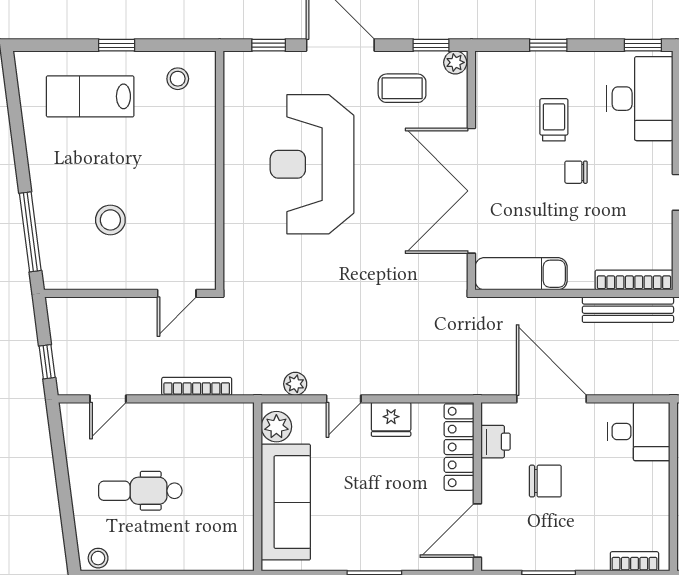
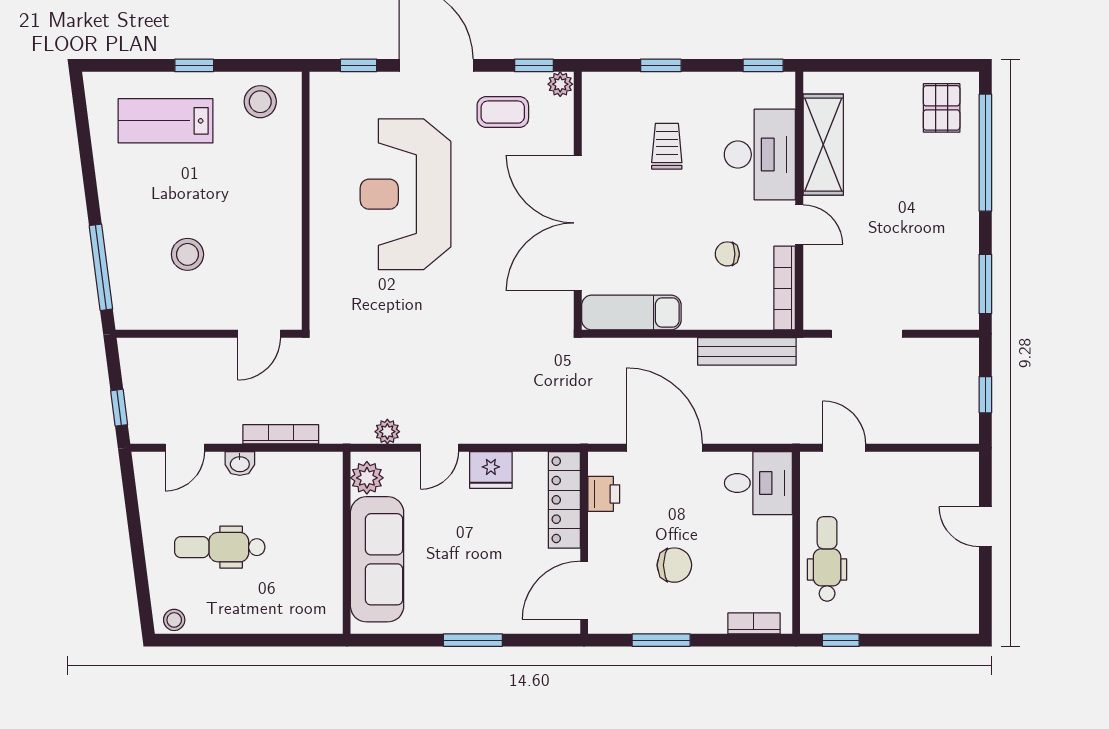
stool: (178, 79) -> (260, 102), width x1.37, depth x1.37
desk: (640, 99) -> (760, 155), moved
chair: (576, 172) -> (727, 254), moved
bookcase: (634, 280) -> (785, 288), moved, turned -90
washbasin: (159, 413) -> (240, 463), added
chair: (545, 481) -> (674, 565), moved

